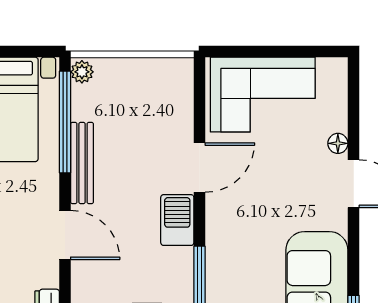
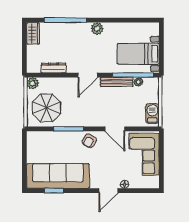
plant: (82, 72) -> (138, 82), moved
barbecue: (177, 220) -> (152, 114), moved, turned -90
armchair: (229, 231) -> (89, 141), added

